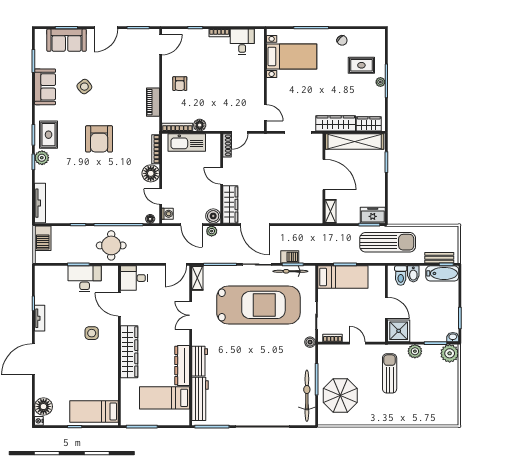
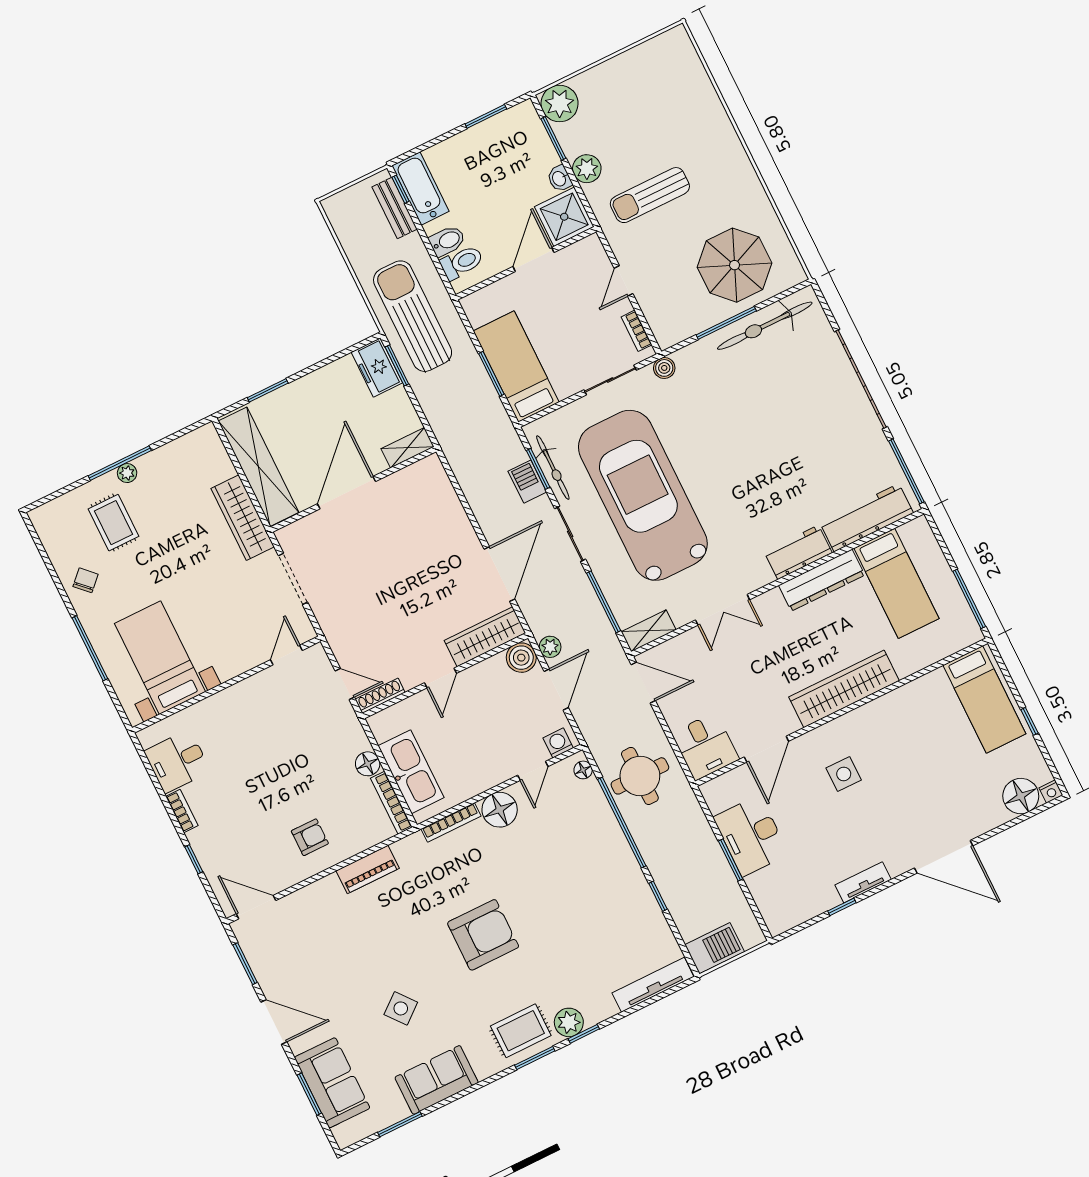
wardrobe: (369, 124) -> (214, 457), removed
round table: (111, 245) -> (640, 776), moved
washbasin: (453, 337) -> (560, 179), moved

